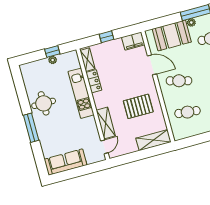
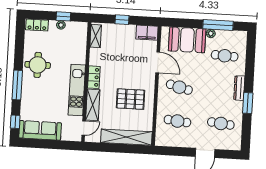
locker: (31, 67) -> (37, 25), added
locker: (94, 81) -> (94, 77), moved
kitchen unit: (81, 93) -> (77, 90), moved
shelving: (153, 140) -> (126, 137), width x1.47
window: (40, 162) -> (15, 122), added

